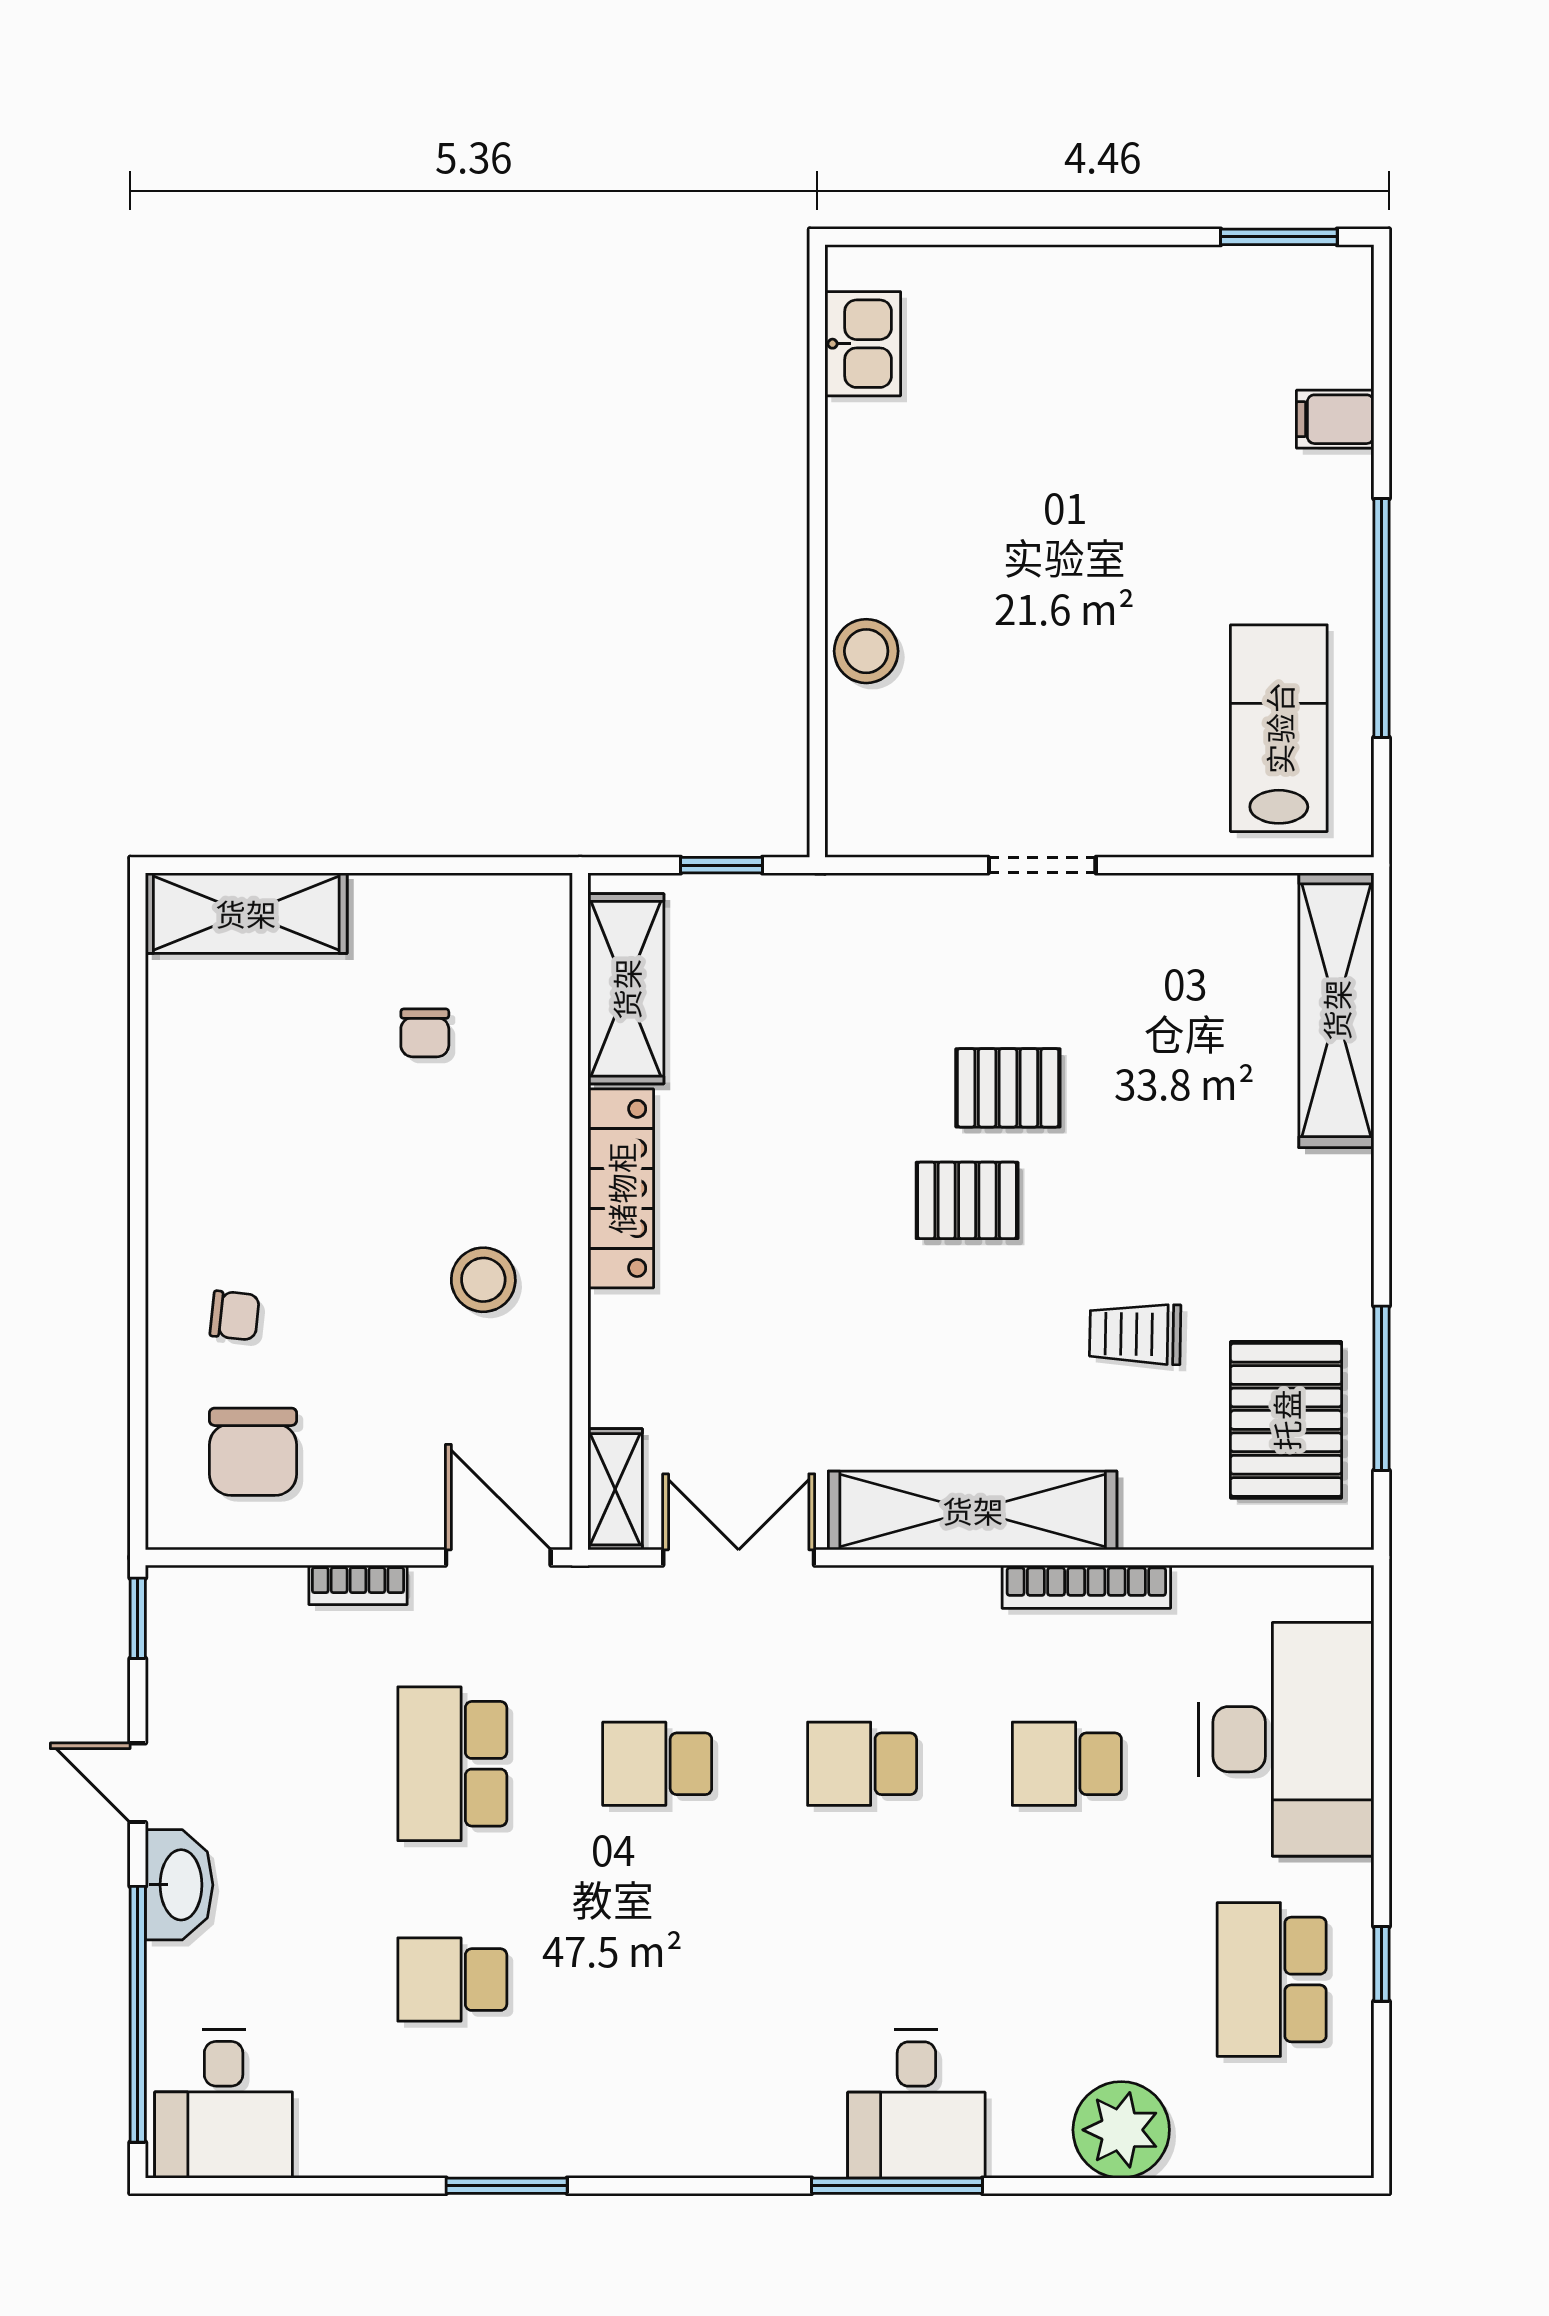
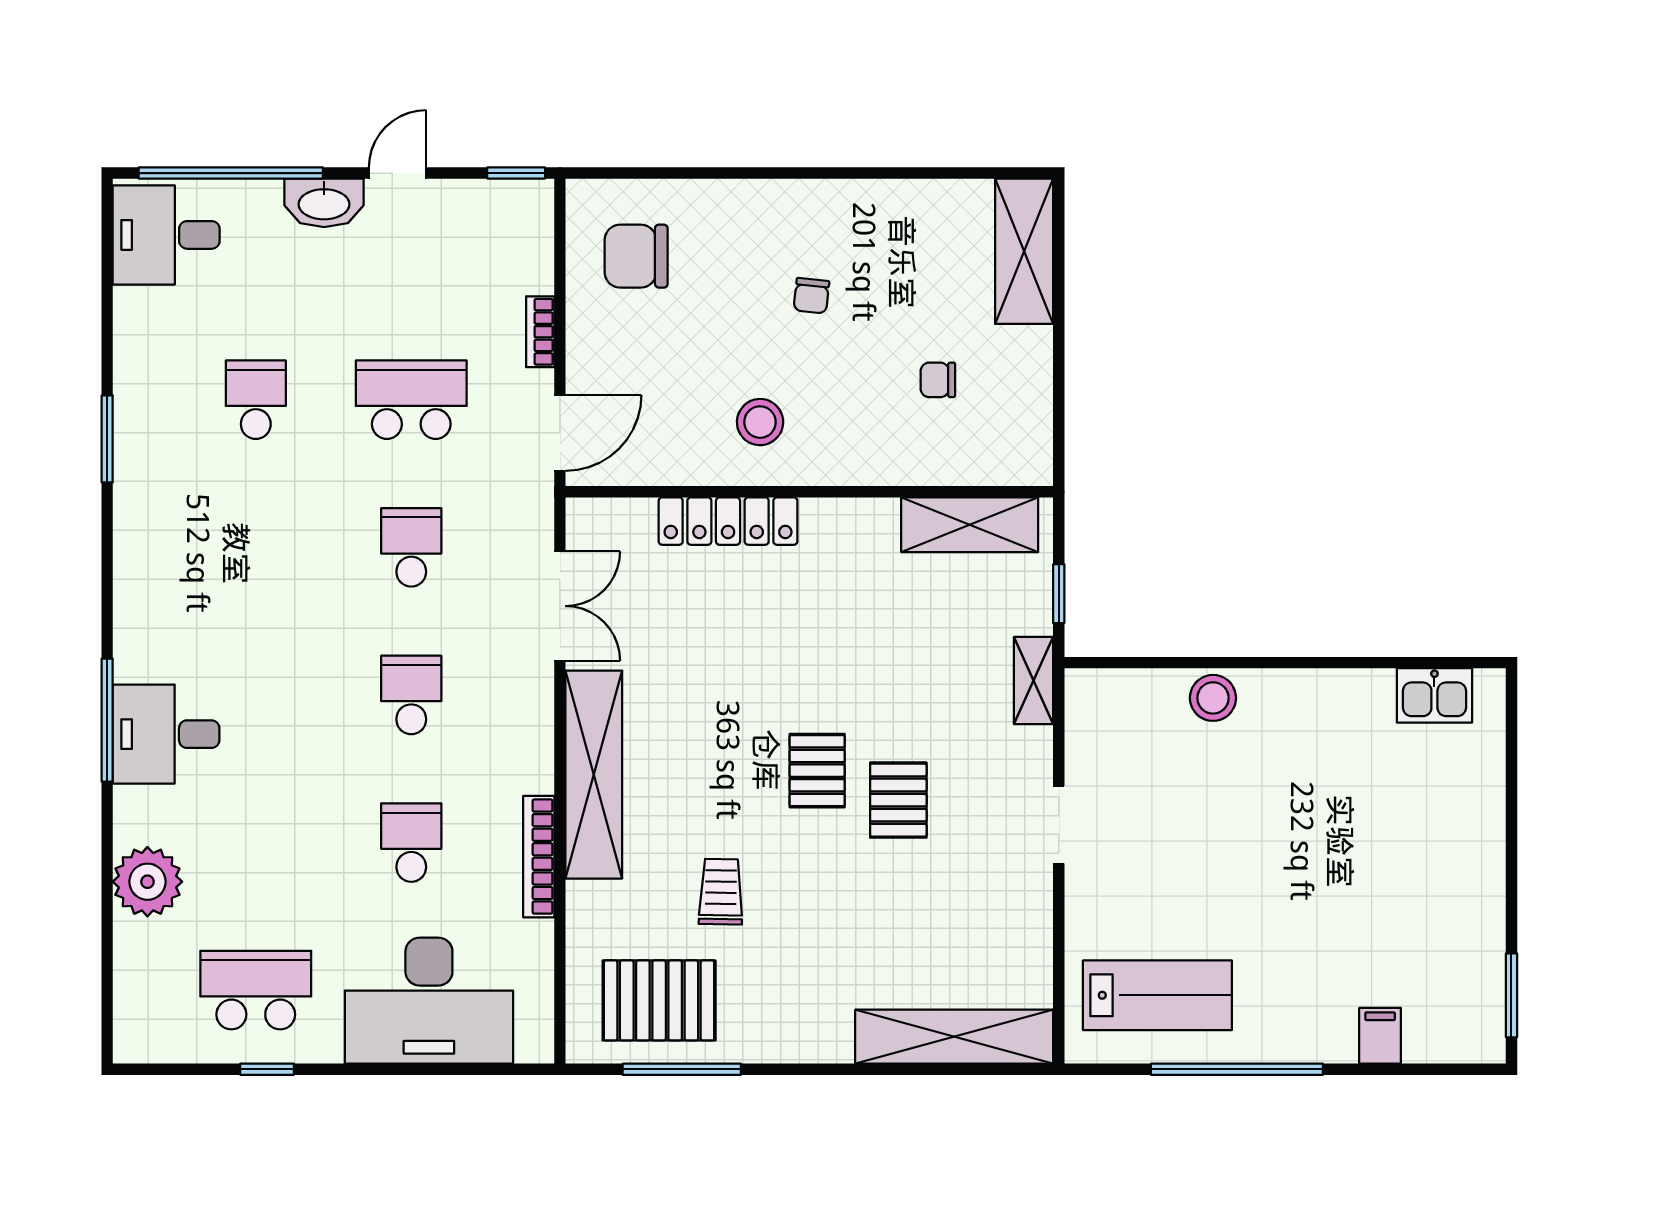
locker: (621, 1188) -> (728, 521), moved
chair: (235, 1315) -> (811, 296), moved
shelving: (615, 1489) -> (1034, 681), moved, turned 90

